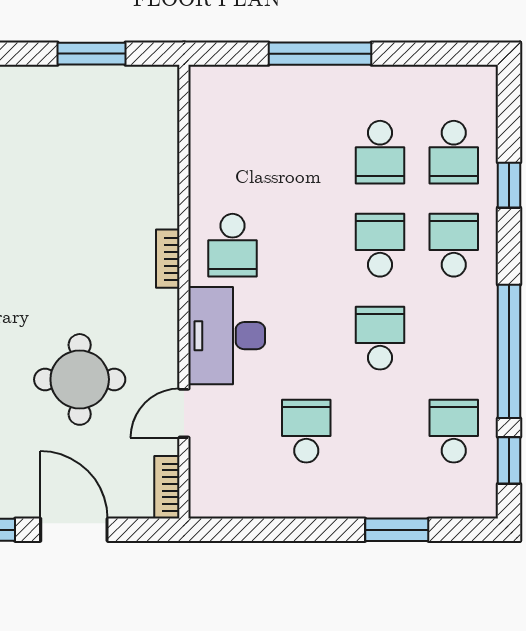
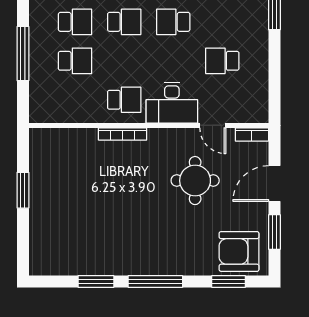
window: (92, 54) -> (23, 190), moved
school desk: (306, 152) -> (75, 61), added
school desk: (380, 245) -> (124, 22), turned 180
bookcase: (168, 259) -> (123, 134), width x1.56

